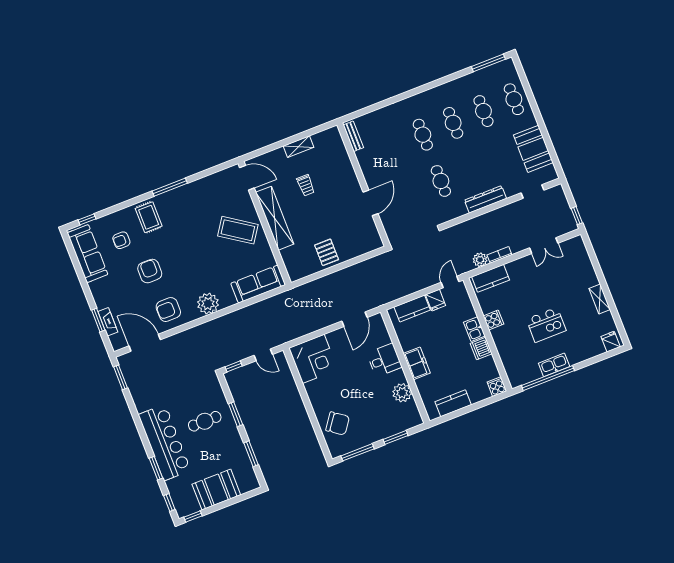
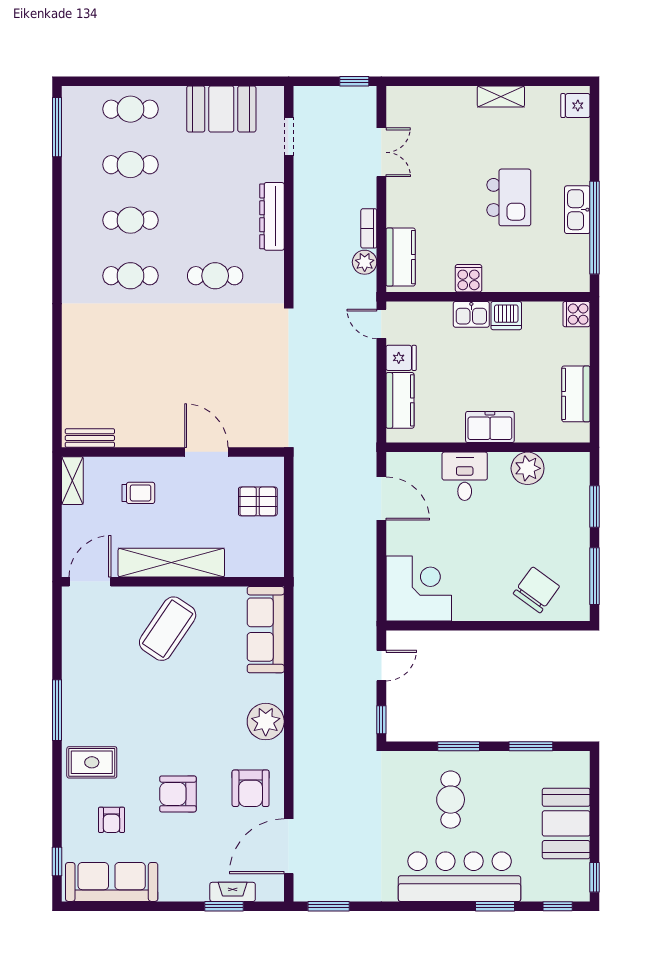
bench: (353, 136) -> (90, 438), moved
wall: (363, 185) -> (173, 452), moved
door: (371, 203) -> (206, 452), moved

